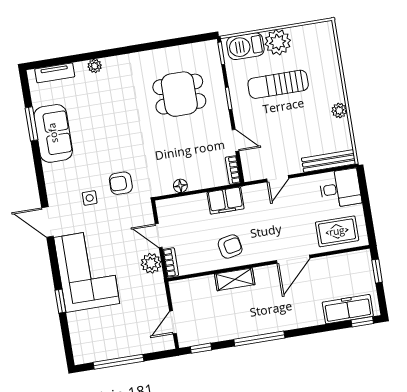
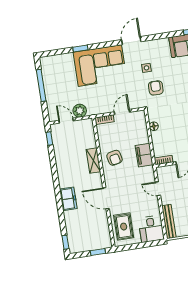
plant: (151, 263) -> (80, 111), moved
freezer: (348, 309) -> (68, 199), moved, width x0.71
window: (259, 339) -> (55, 176), removed

